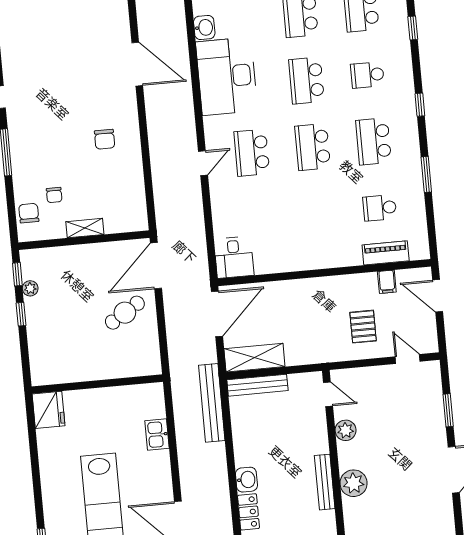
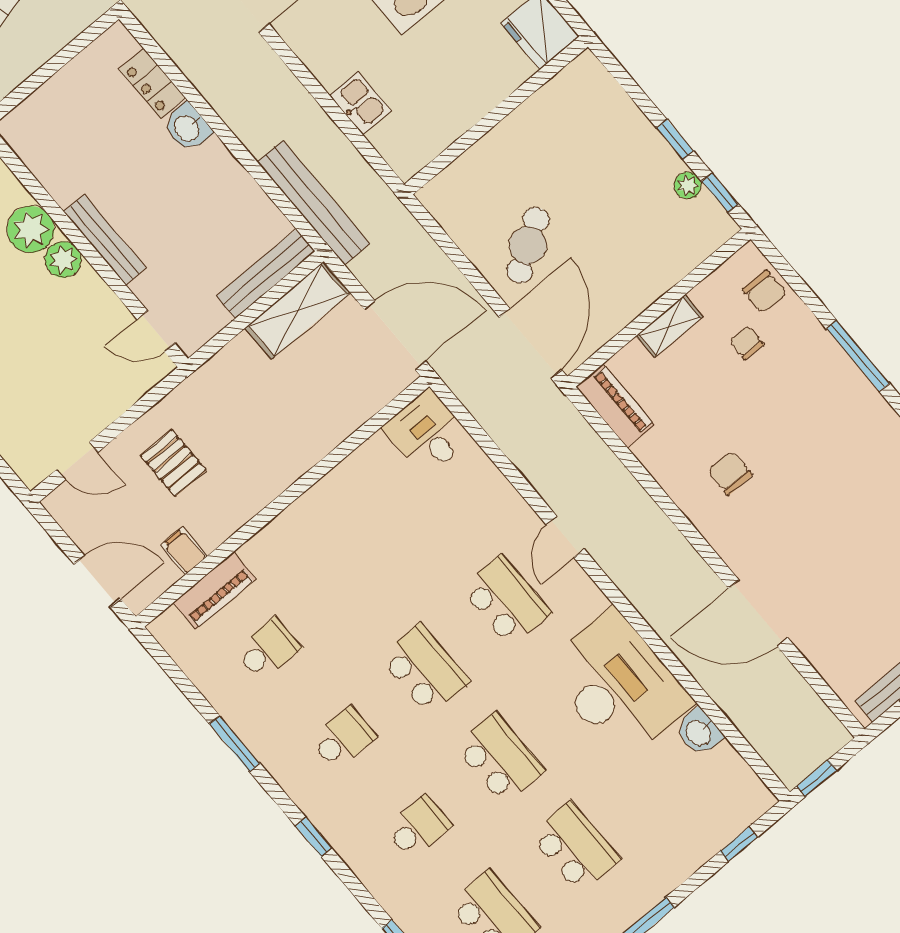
school desk: (374, 141) -> (343, 738), width x0.54
piano: (137, 208) -> (615, 406), added
door: (217, 314) -> (395, 335), swing flipped
plant: (346, 430) -> (63, 260), moved
bench: (325, 482) -> (105, 240), moved

